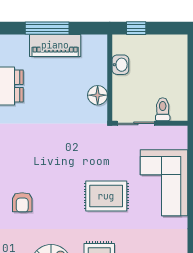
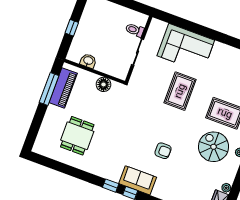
washbasin: (120, 65) -> (88, 61), moved
wall: (110, 78) -> (94, 72), moved
floor lamp: (98, 95) -> (103, 84), moved

